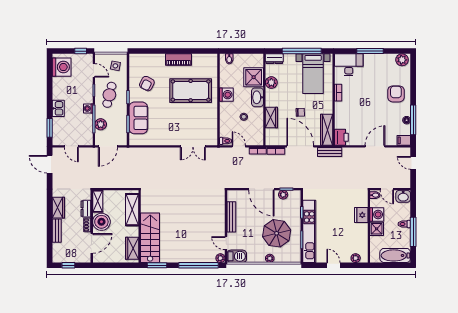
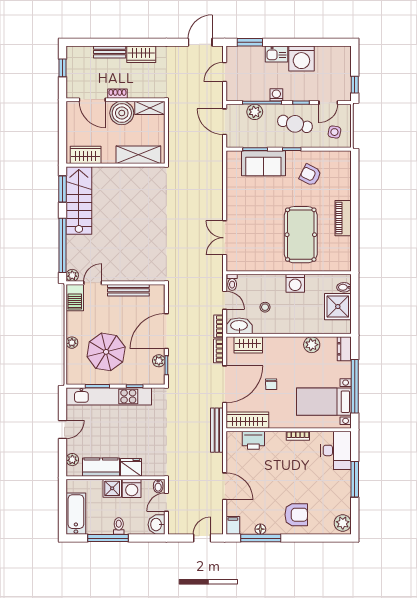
washing machine: (62, 67) -> (301, 59), moved
shower: (254, 77) -> (338, 307), moved
washbasin: (258, 97) -> (239, 326), moved
wardrobe: (271, 118) -> (248, 345), moved
printer: (341, 137) -> (253, 440), moved
door: (239, 146) -> (225, 300), hinge flipped
bench: (330, 152) -> (217, 430), width x1.36
dresser: (86, 209) -> (140, 92), removed
kitchen counter: (361, 237) -> (101, 467), added
stairs: (150, 238) -> (79, 200), moved, turned -90

